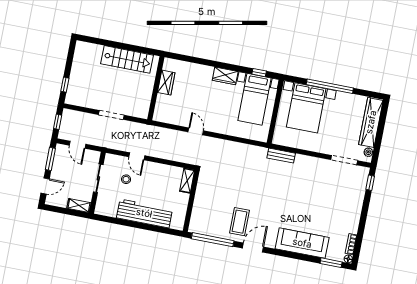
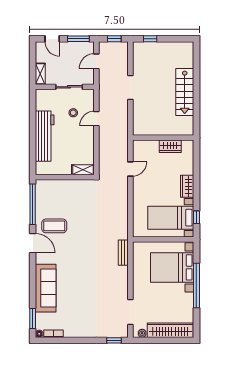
wardrobe: (166, 83) -> (170, 146), moved
wall: (156, 88) -> (163, 138), moved

